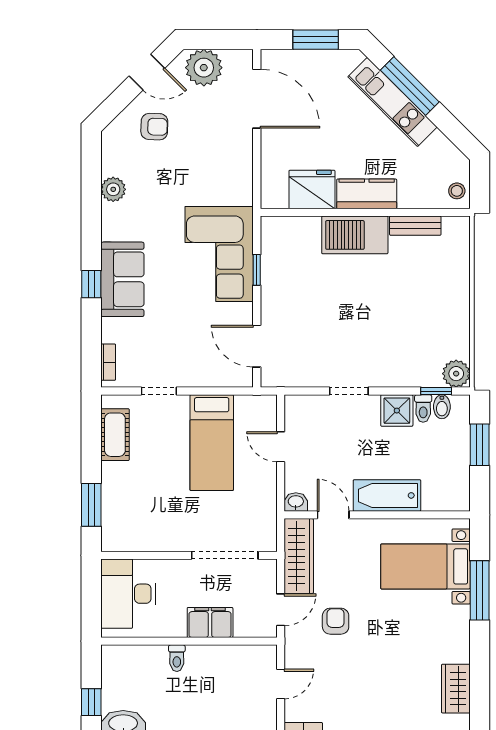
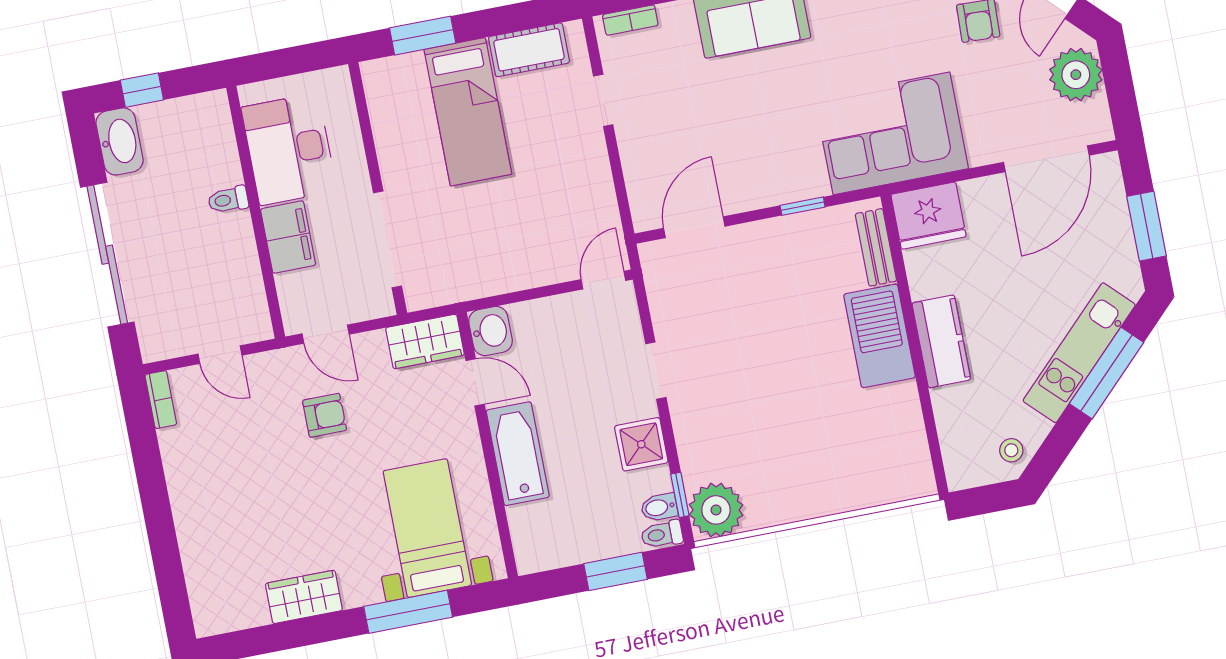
fridge: (312, 189) -> (929, 216), moved, turned 90
stool: (457, 191) -> (1011, 450), moved
bench: (415, 226) -> (876, 247), moved
corner sofa: (219, 254) -> (891, 133), moved
plant: (456, 374) -> (716, 510), width x1.36, depth x1.36
toilet: (423, 408) -> (662, 534), moved
bed: (212, 443) -> (468, 112), moved, turned -90
door: (281, 447) -> (603, 280), moved
washbasin: (296, 502) -> (491, 331), width x1.38, depth x1.45
door: (333, 515) -> (475, 382), hinge flipped
wardrobe: (299, 556) -> (425, 341), width x0.67
desk: (128, 594) -> (289, 149), moved, turned -90
wardrobe: (456, 689) -> (304, 597), moved

